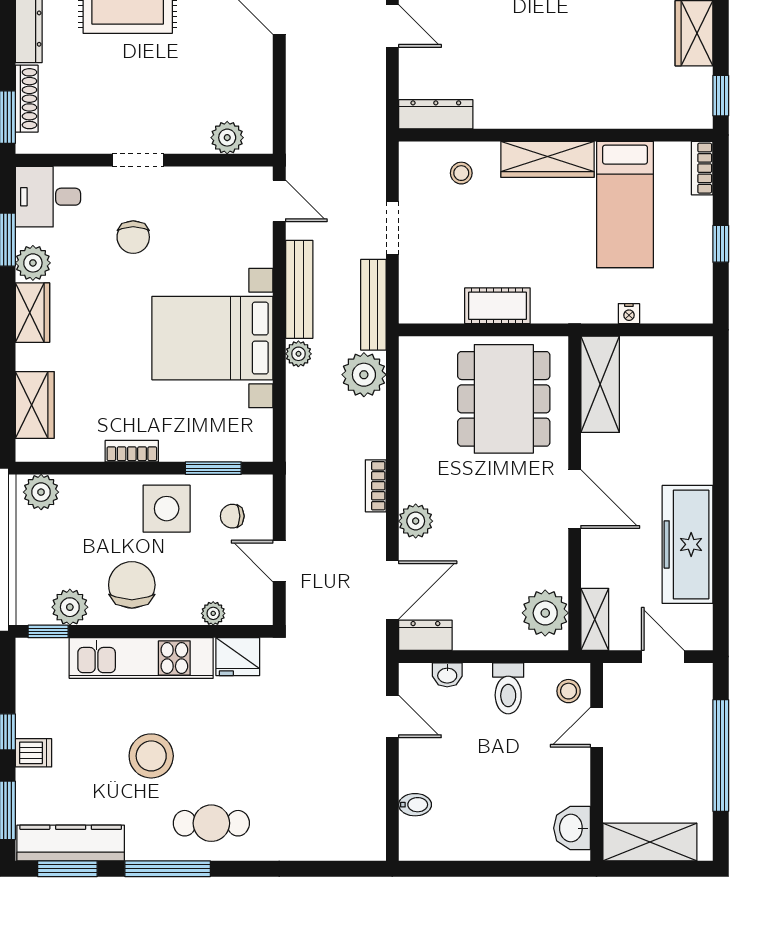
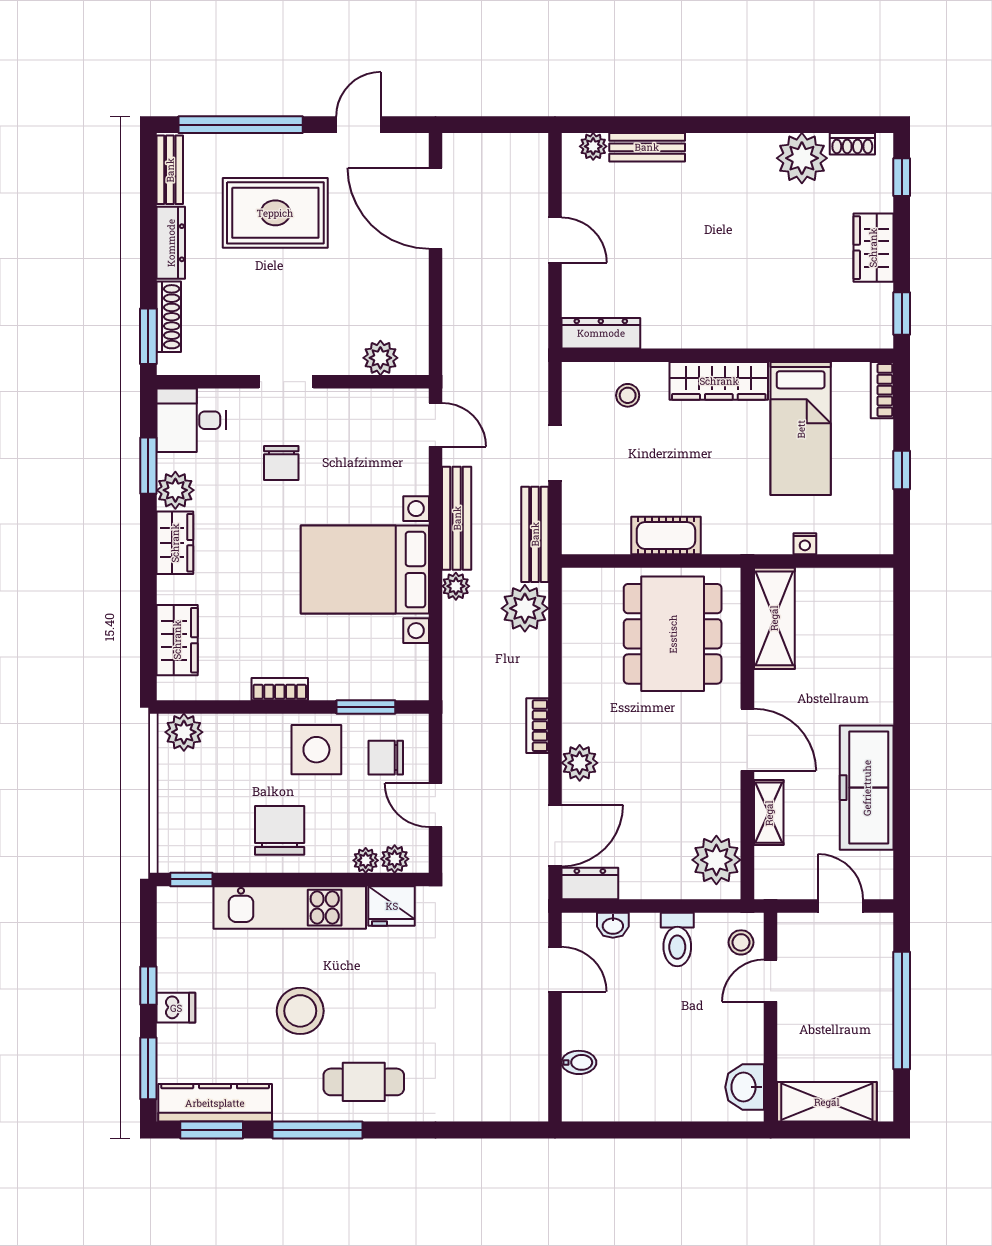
chair: (232, 516) -> (386, 758), width x1.37, depth x1.37
plant: (70, 607) -> (395, 859), moved, width x0.73, depth x0.73
shelving: (595, 619) -> (769, 813), moved

